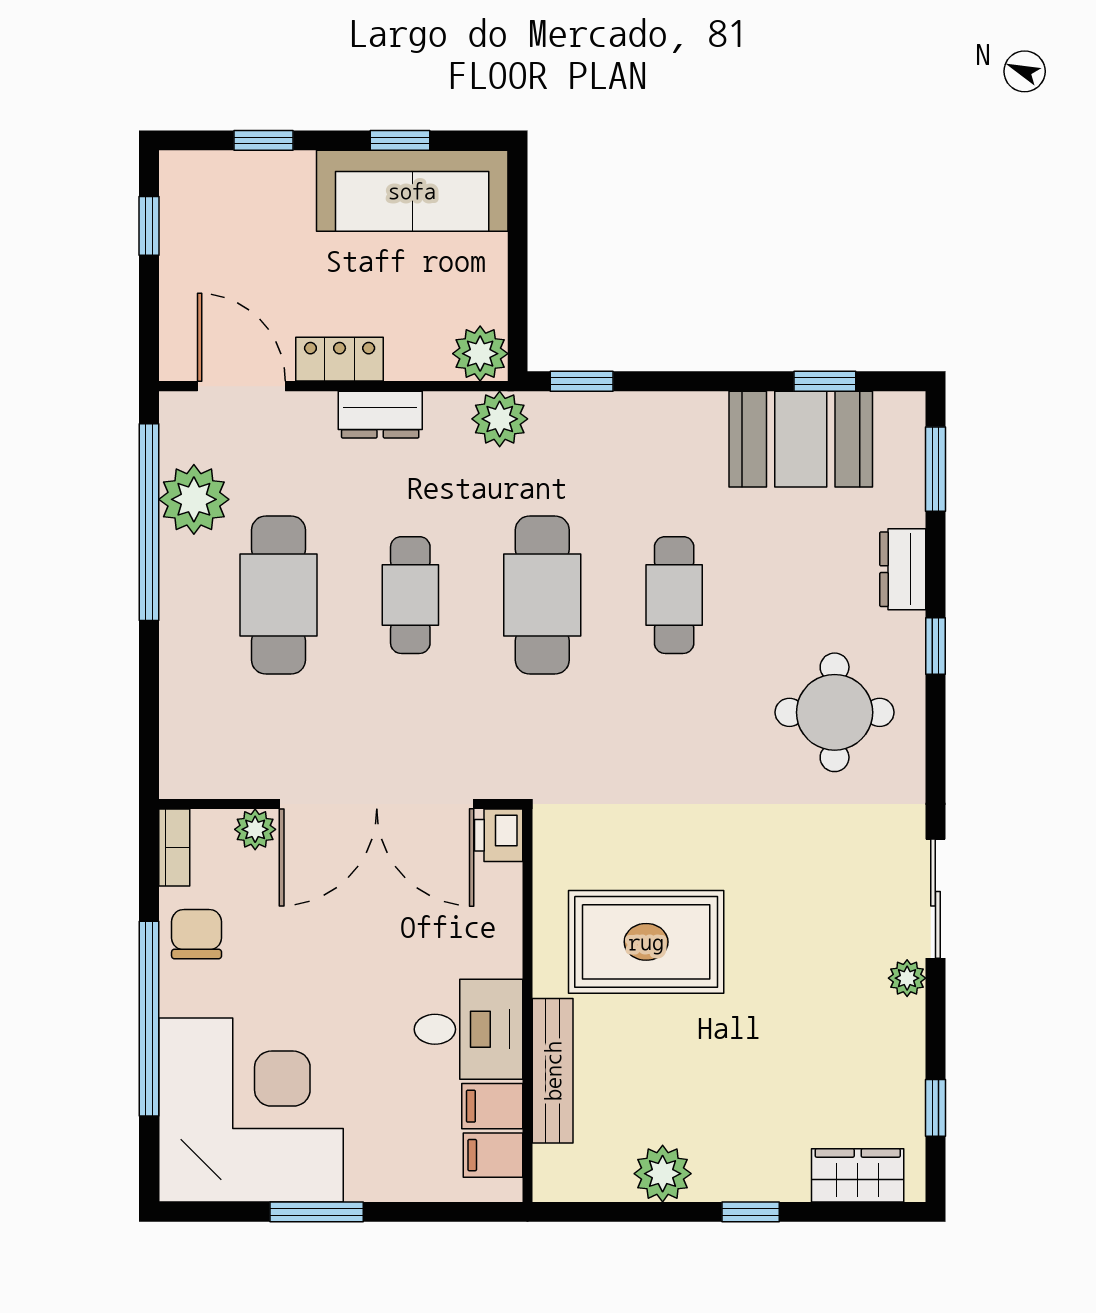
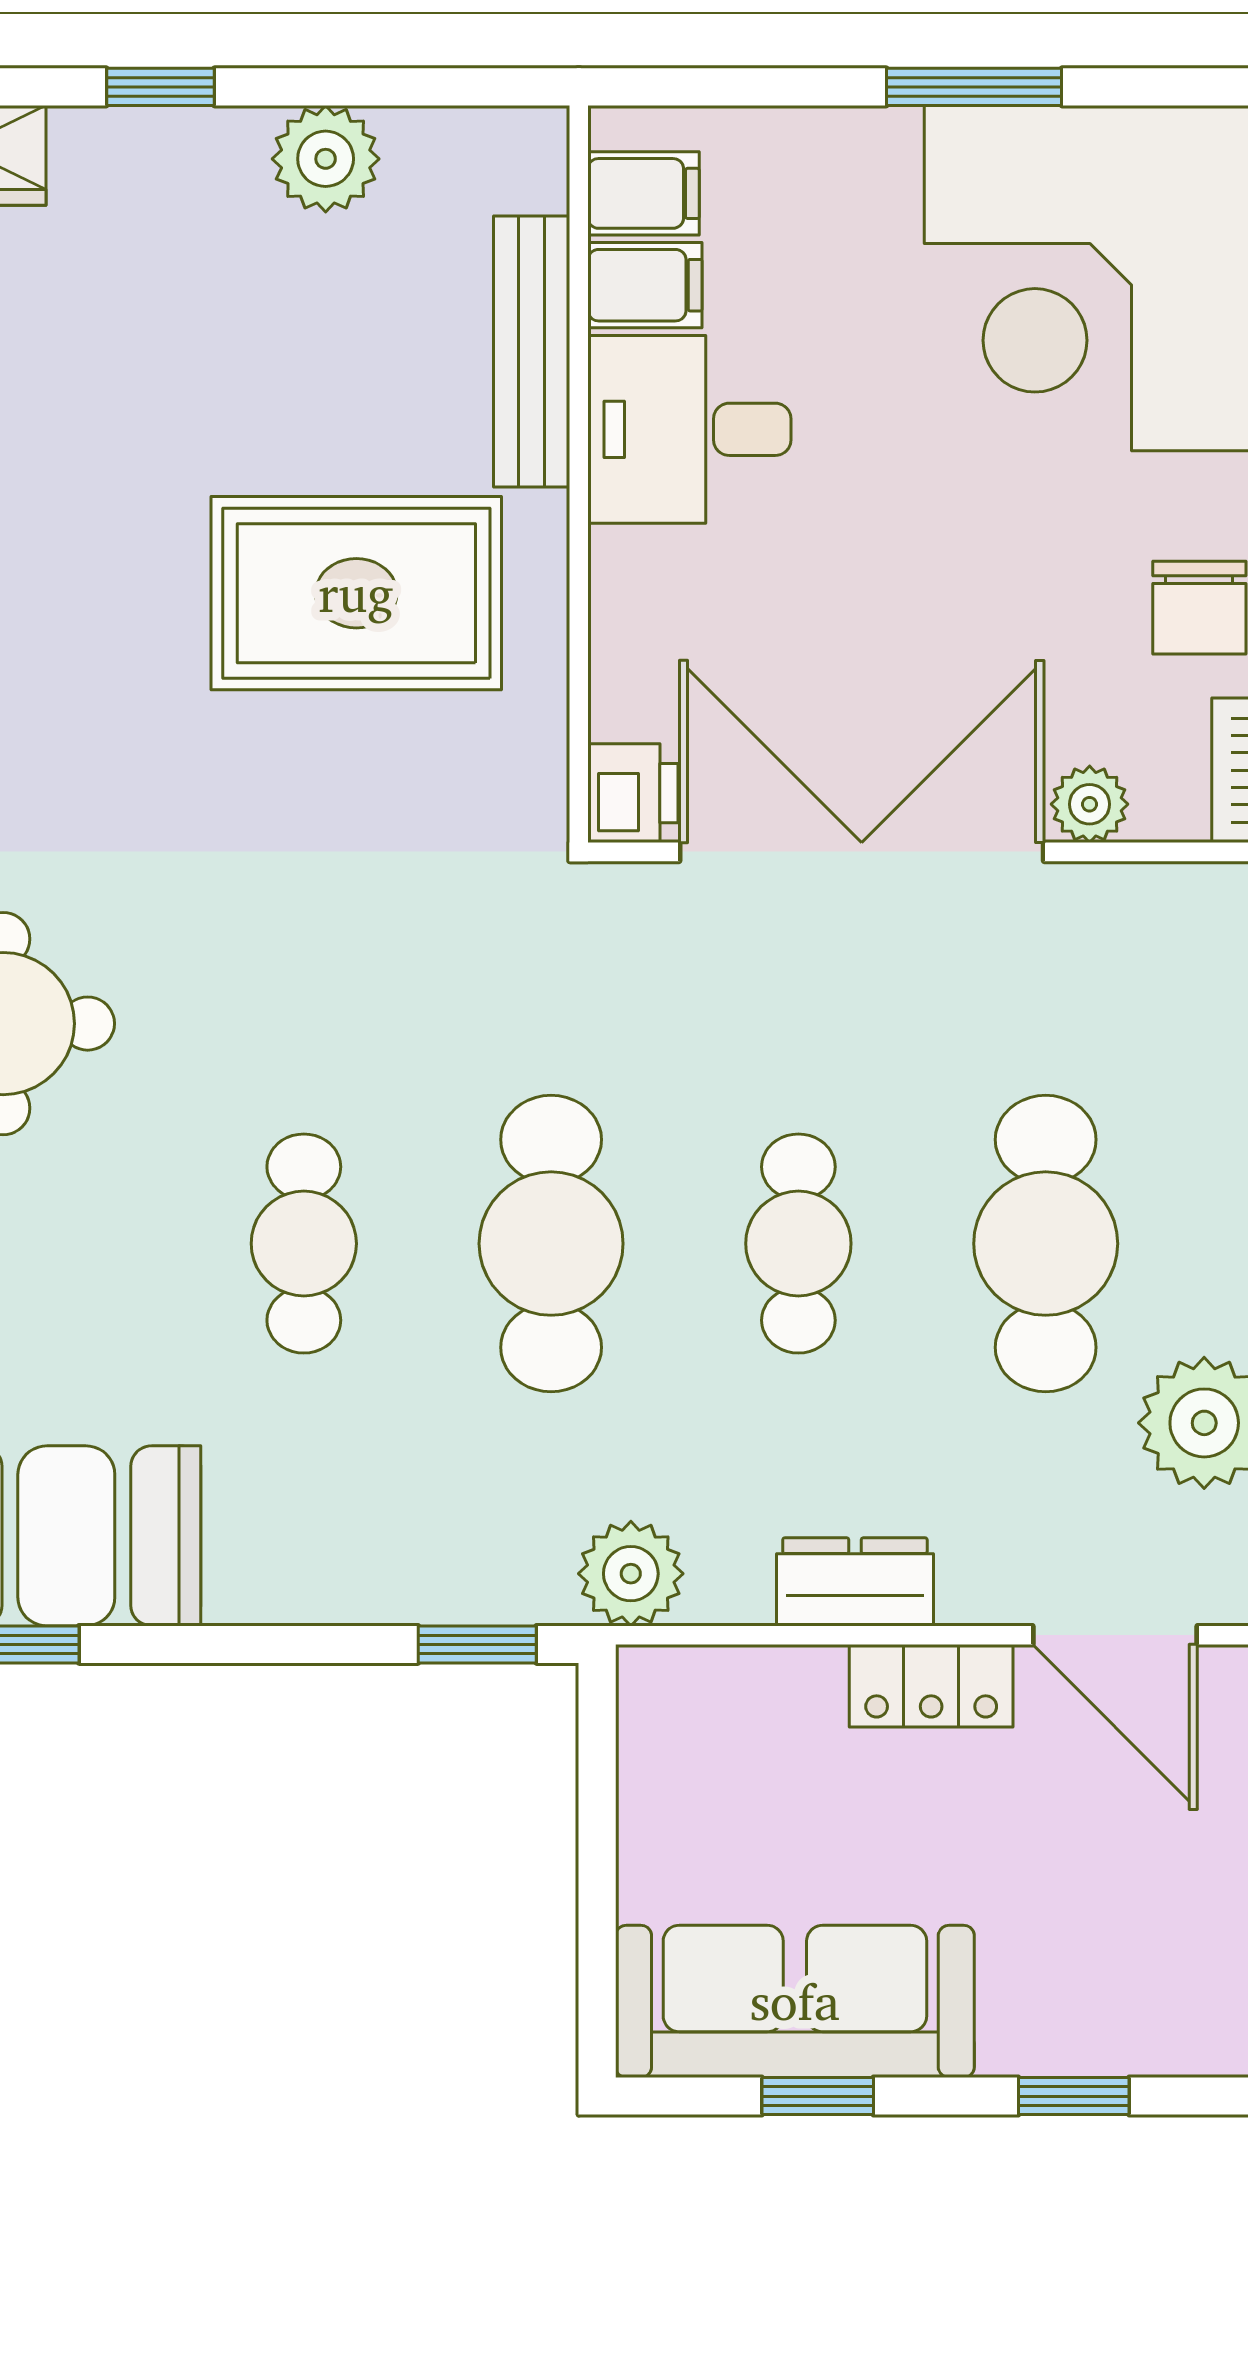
plant: (480, 354) -> (667, 1696), removed

